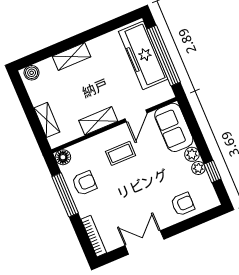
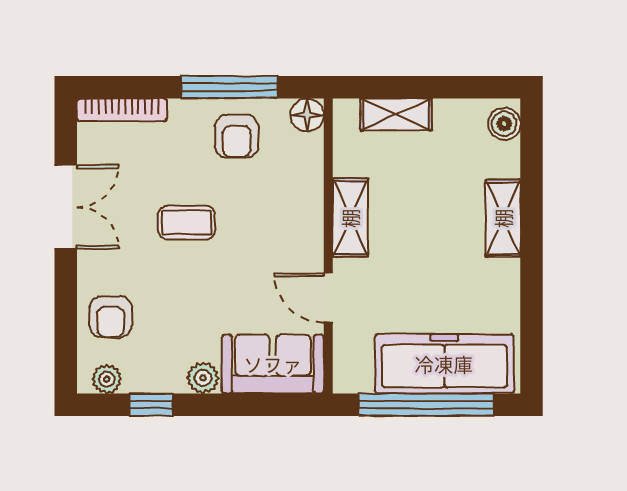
coffee table: (121, 153) -> (187, 223), moved, turned 90
plant: (198, 168) -> (107, 379), moved

